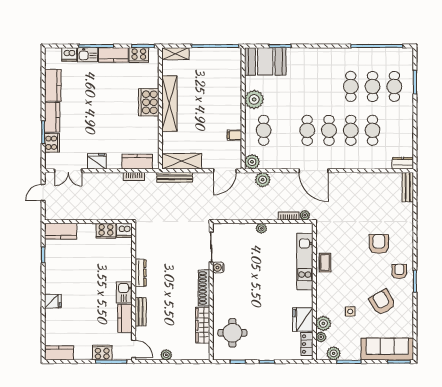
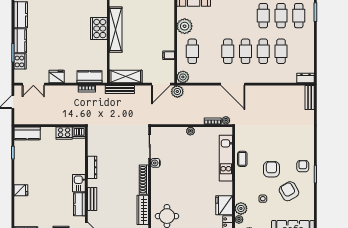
plant: (263, 180) -> (177, 92), moved
armchair: (379, 244) -> (271, 169), moved

